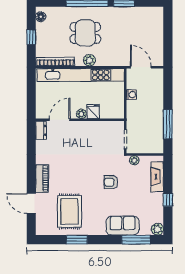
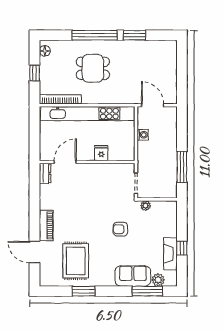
plant: (89, 60) -> (97, 98), removed
plant: (81, 114) -> (89, 156), removed
fireplace: (157, 177) -> (170, 254), moved
plant: (157, 229) -> (158, 280), moved

